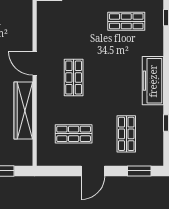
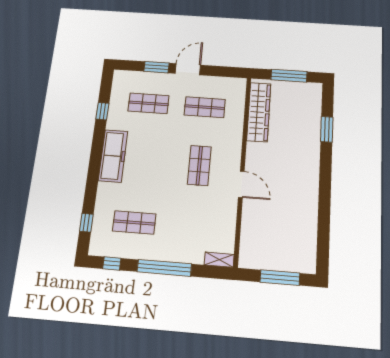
wardrobe: (23, 110) -> (259, 112), moved
shop shelf: (126, 134) -> (149, 103), turned 90
window: (139, 171) -> (157, 67), moved

